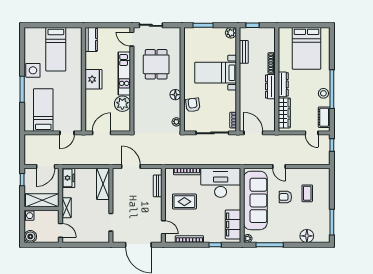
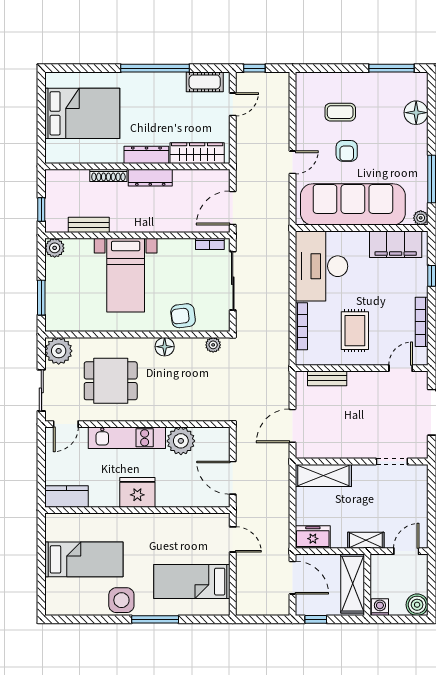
plant: (173, 35) -> (59, 351), added
stool: (323, 93) -> (162, 83), removed

